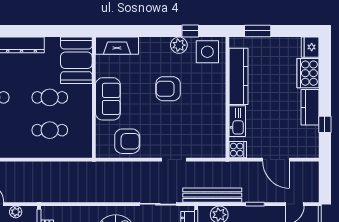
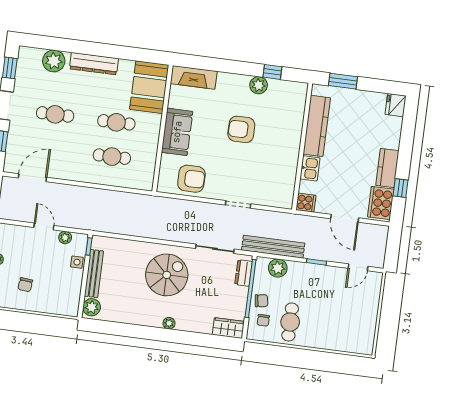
side table: (207, 52) -> (287, 96), removed
cooker: (308, 73) -> (381, 203), moved
kitchen sink: (237, 121) -> (310, 168), width x0.73

